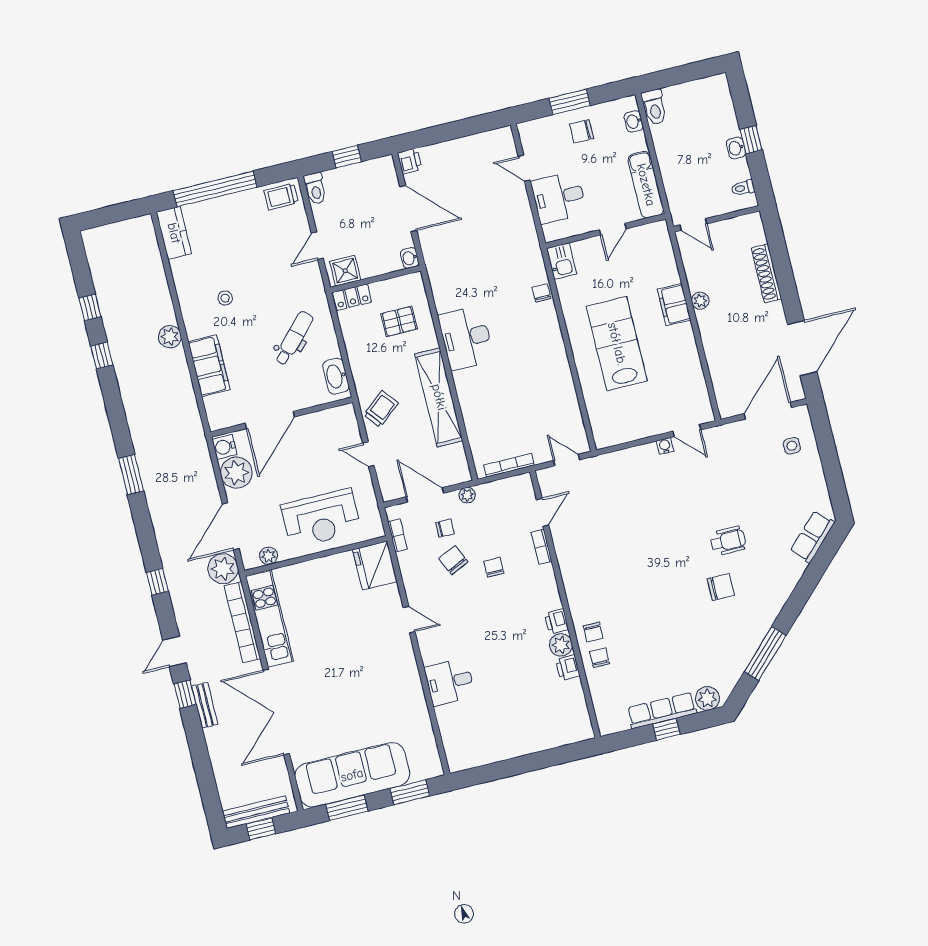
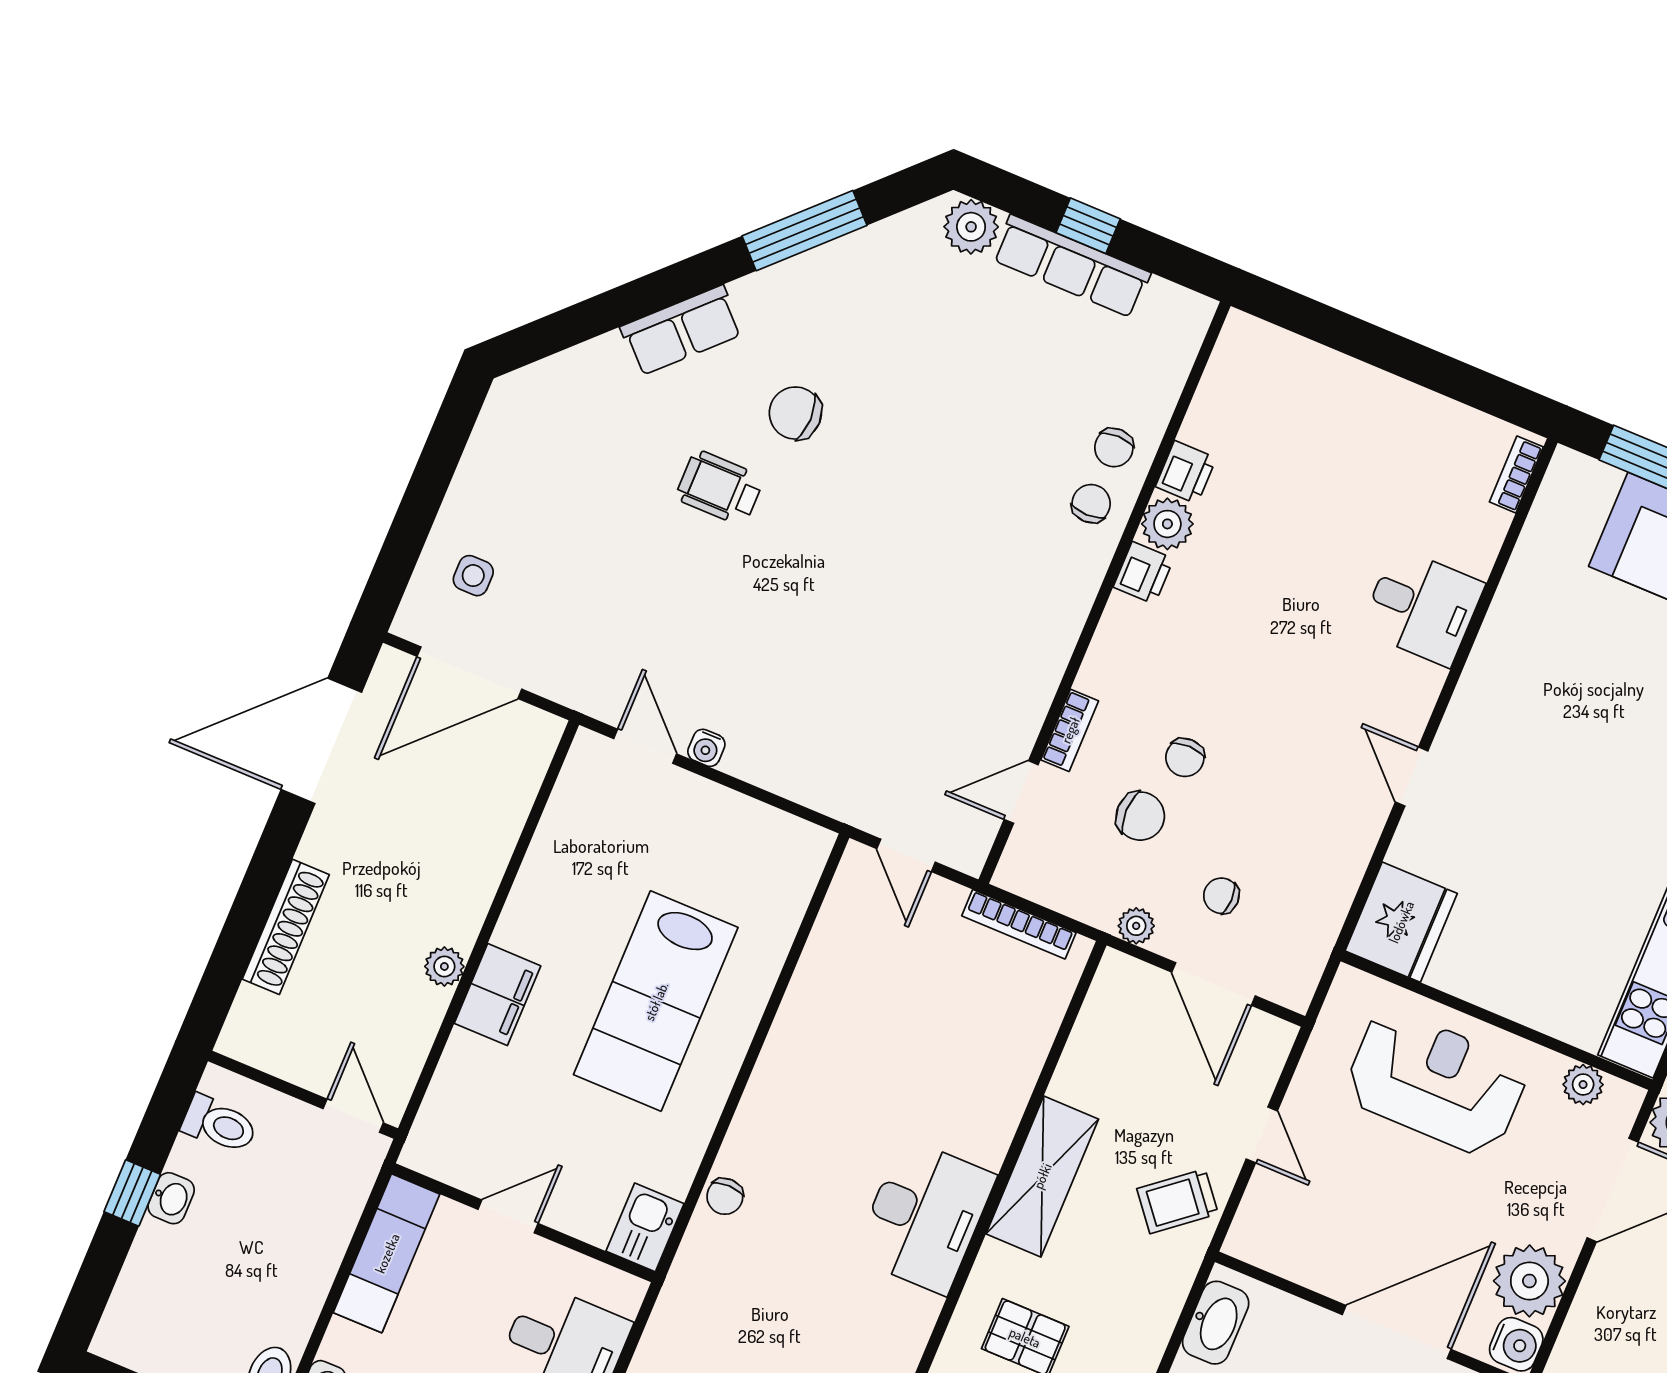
toilet: (743, 188) -> (219, 1124), width x1.37, depth x1.39
shelving: (439, 397) -> (1042, 1176), width x0.68
bookcase: (397, 536) -> (1516, 474), moved
row of seats: (812, 537) -> (682, 330), moved
chair: (453, 560) -> (1140, 816), moved, turned -65

